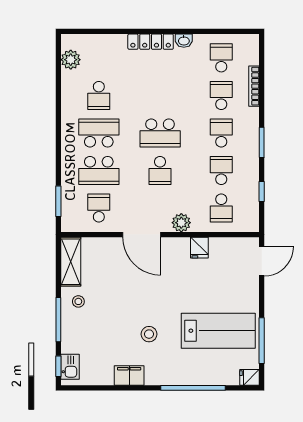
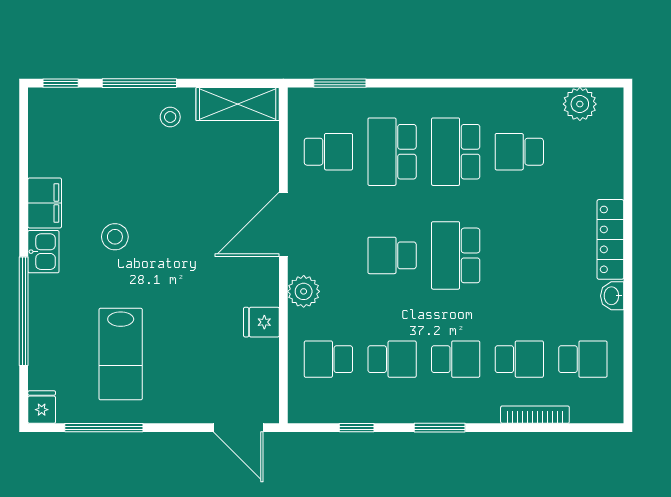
school desk: (99, 133) -> (456, 152), turned 180
lab bench: (218, 331) -> (121, 354), width x0.73, depth x0.72
kitchen sink: (70, 367) -> (43, 252), moved, turned -90

